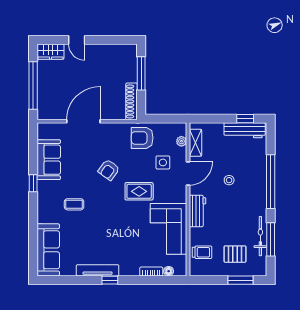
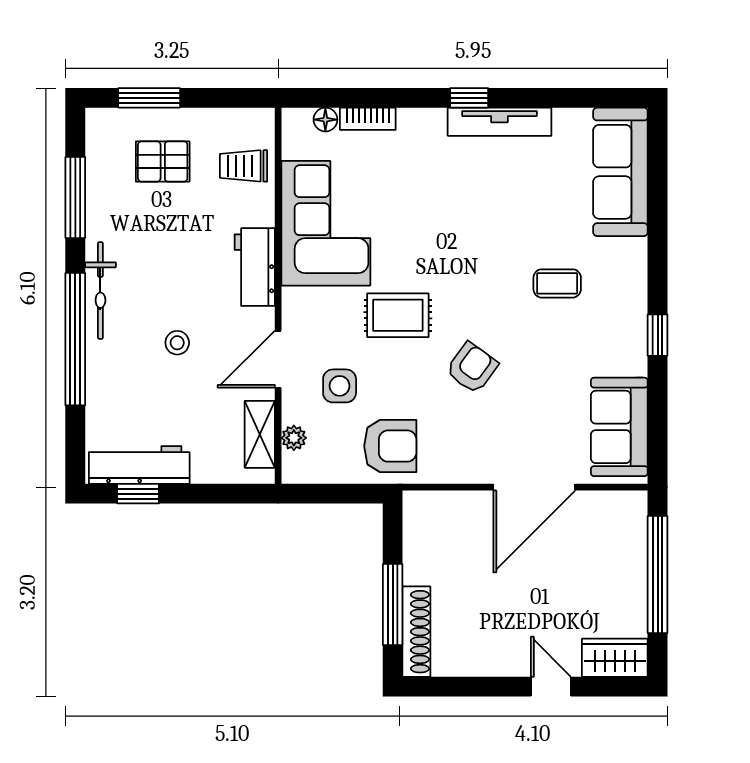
shoe rack: (131, 101) -> (416, 632), moved
sofa: (49, 160) -> (619, 427), moved
bicycle: (260, 236) -> (100, 291), moved

